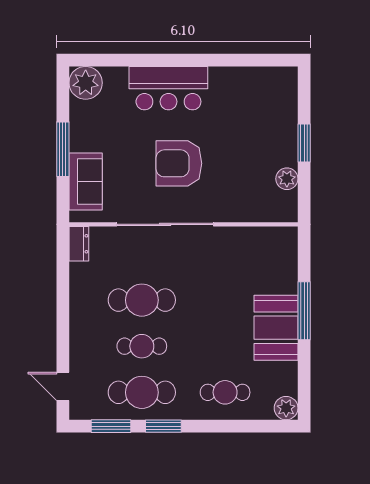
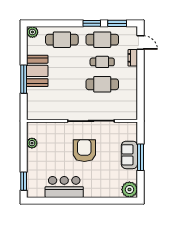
bar counter: (168, 88) -> (64, 187), moved
window: (304, 143) -> (24, 181), moved
armchair: (179, 163) -> (84, 151), turned -90
sofa: (86, 182) -> (129, 155), moved
dresser: (79, 244) -> (133, 58), moved
cafe table: (225, 392) -> (62, 40), width x1.37, depth x1.35

